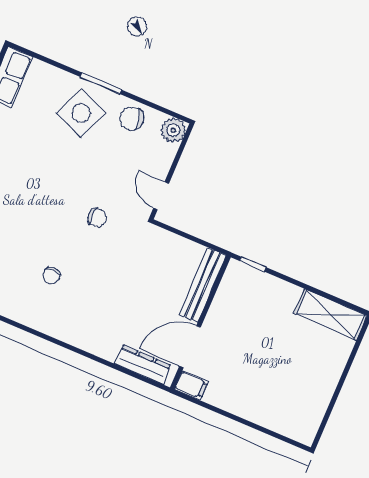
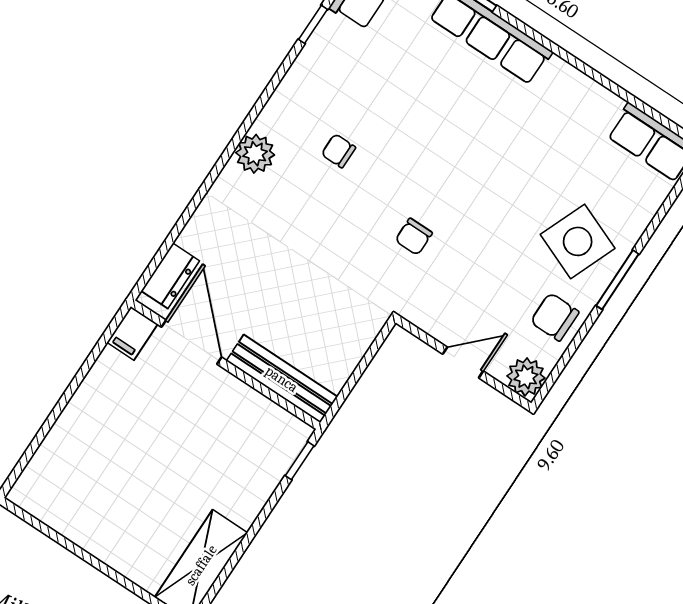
chair: (132, 119) -> (555, 317), turned -76
door: (161, 196) -> (463, 362), moved
plant: (63, 328) -> (255, 154), added
dresser: (143, 365) -> (170, 276), width x0.70

